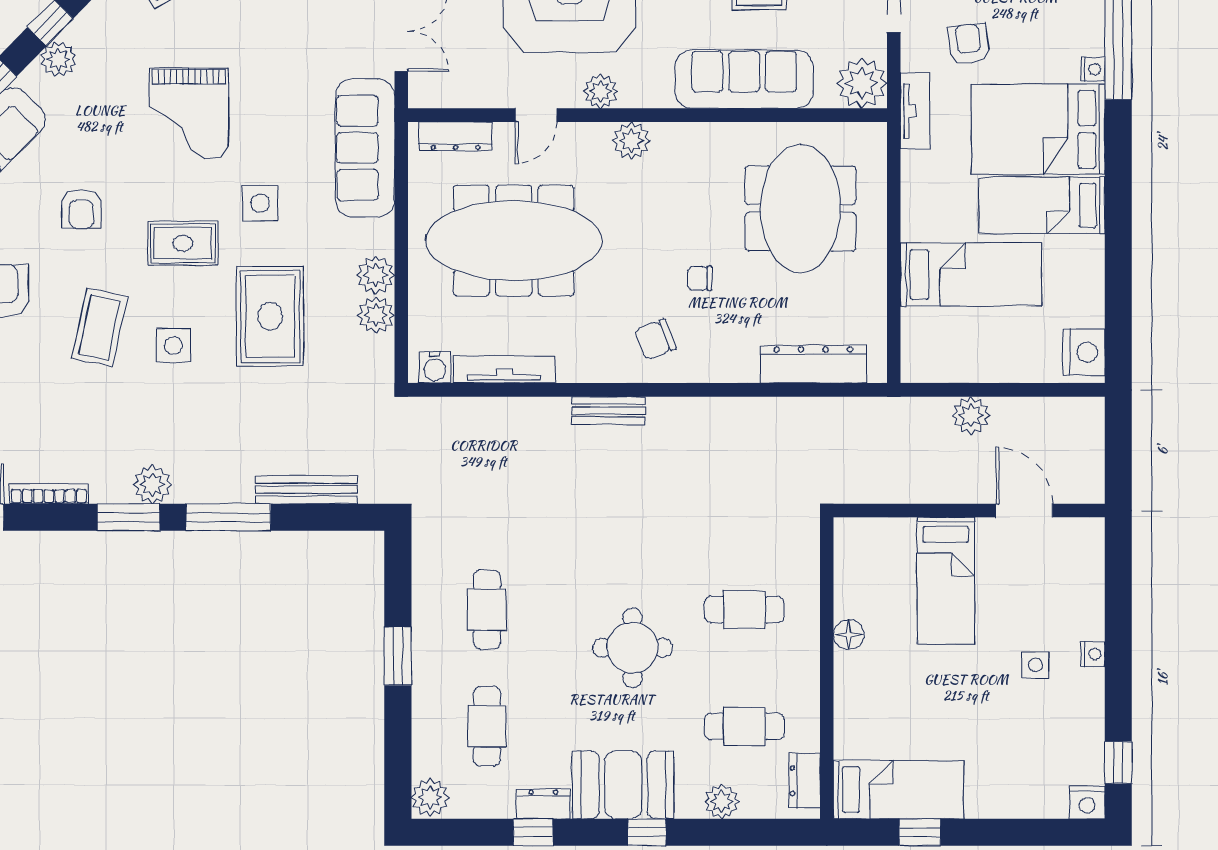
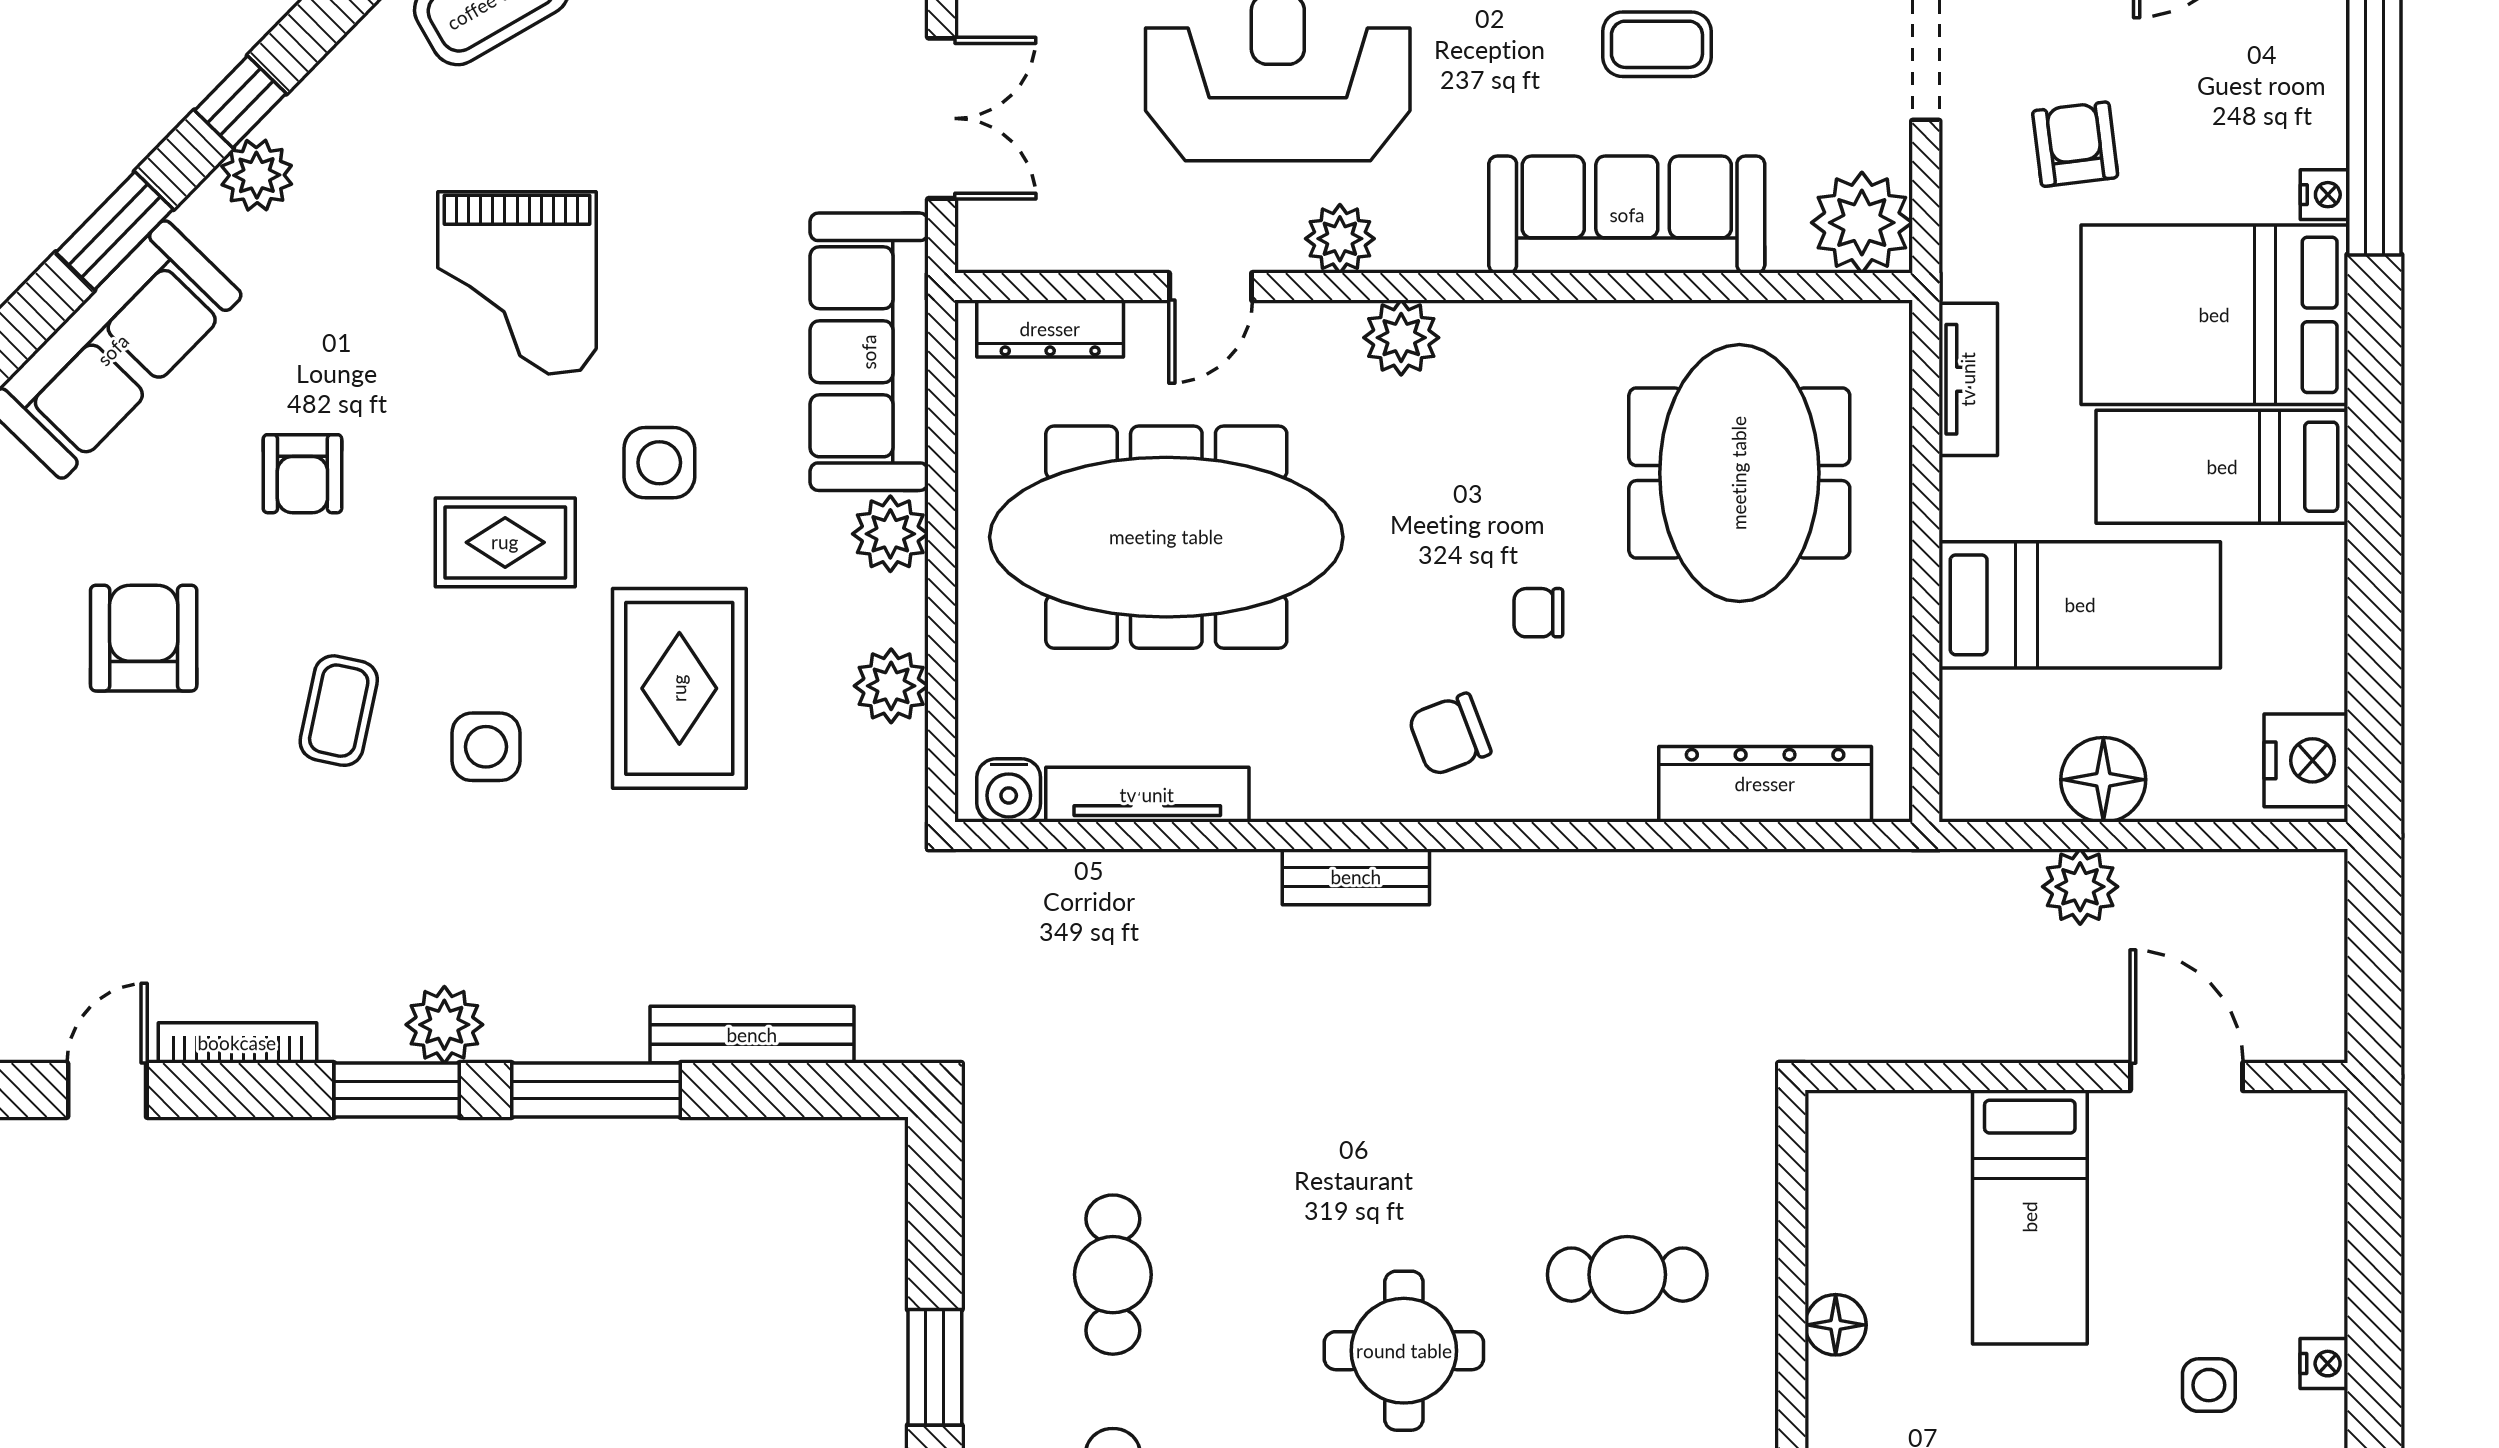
tv unit: (915, 111) -> (1968, 379), moved
plant: (376, 275) -> (890, 534), moved
coffee table: (100, 327) -> (339, 711), width x0.73, depth x0.77
floor lamp: (983, 362) -> (2103, 780), added

